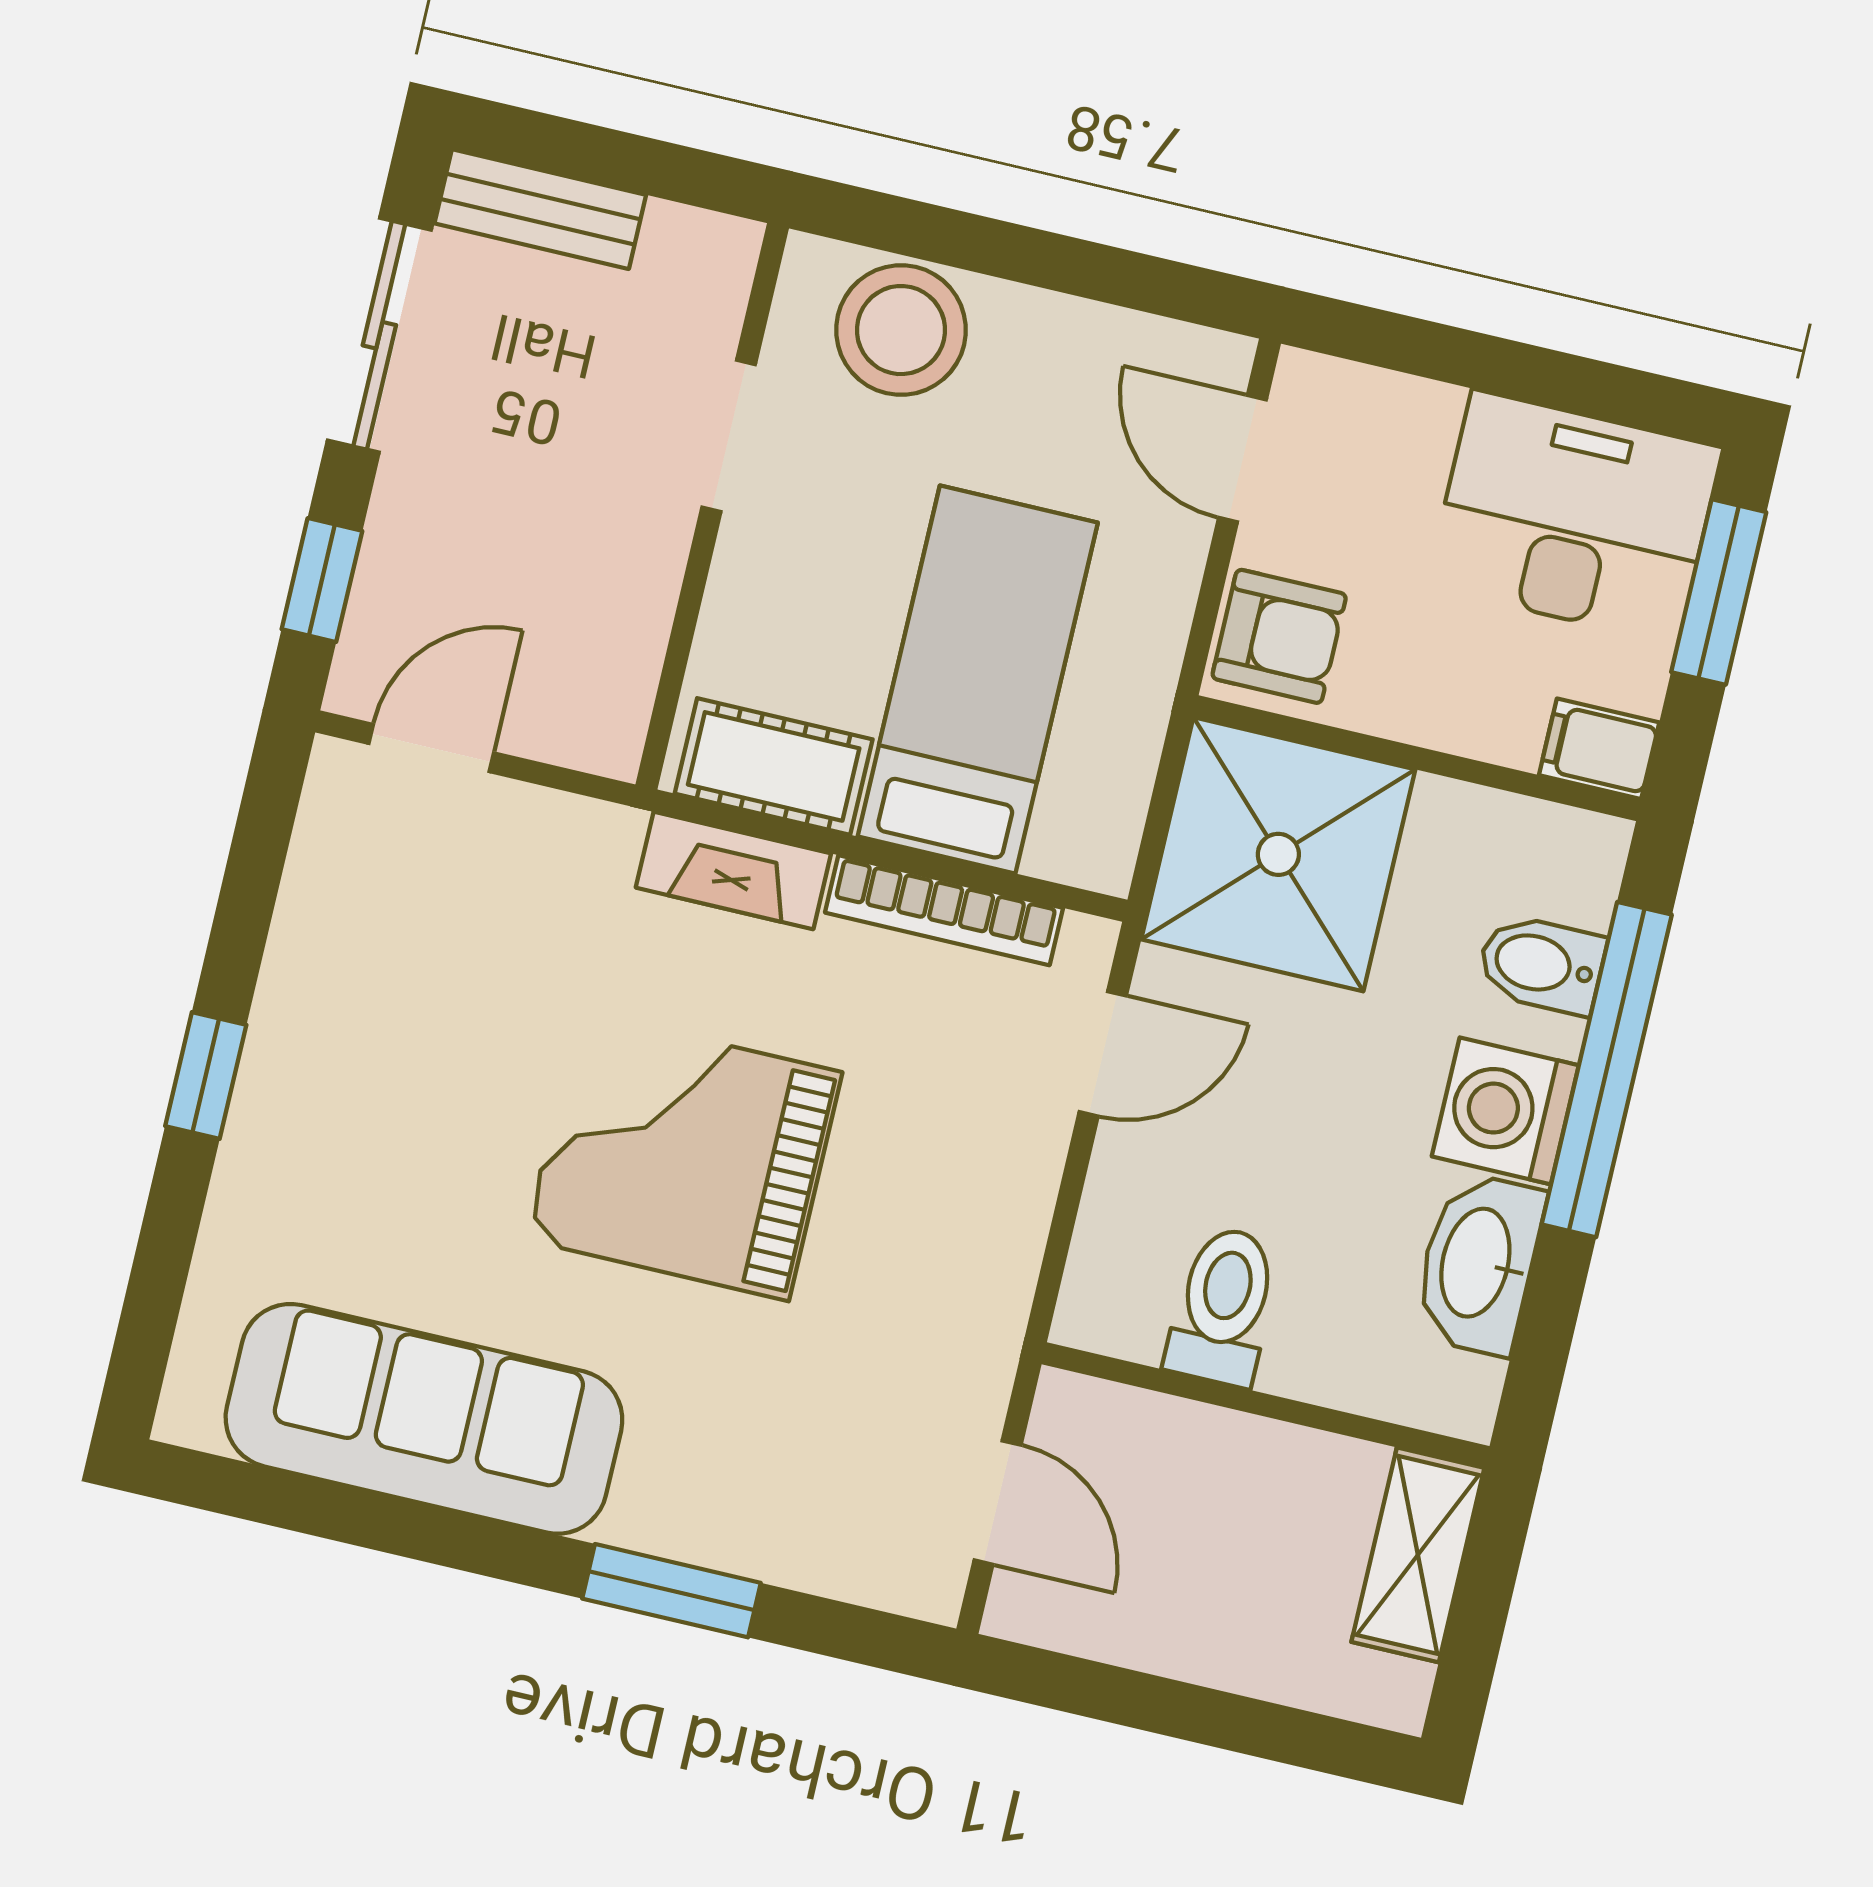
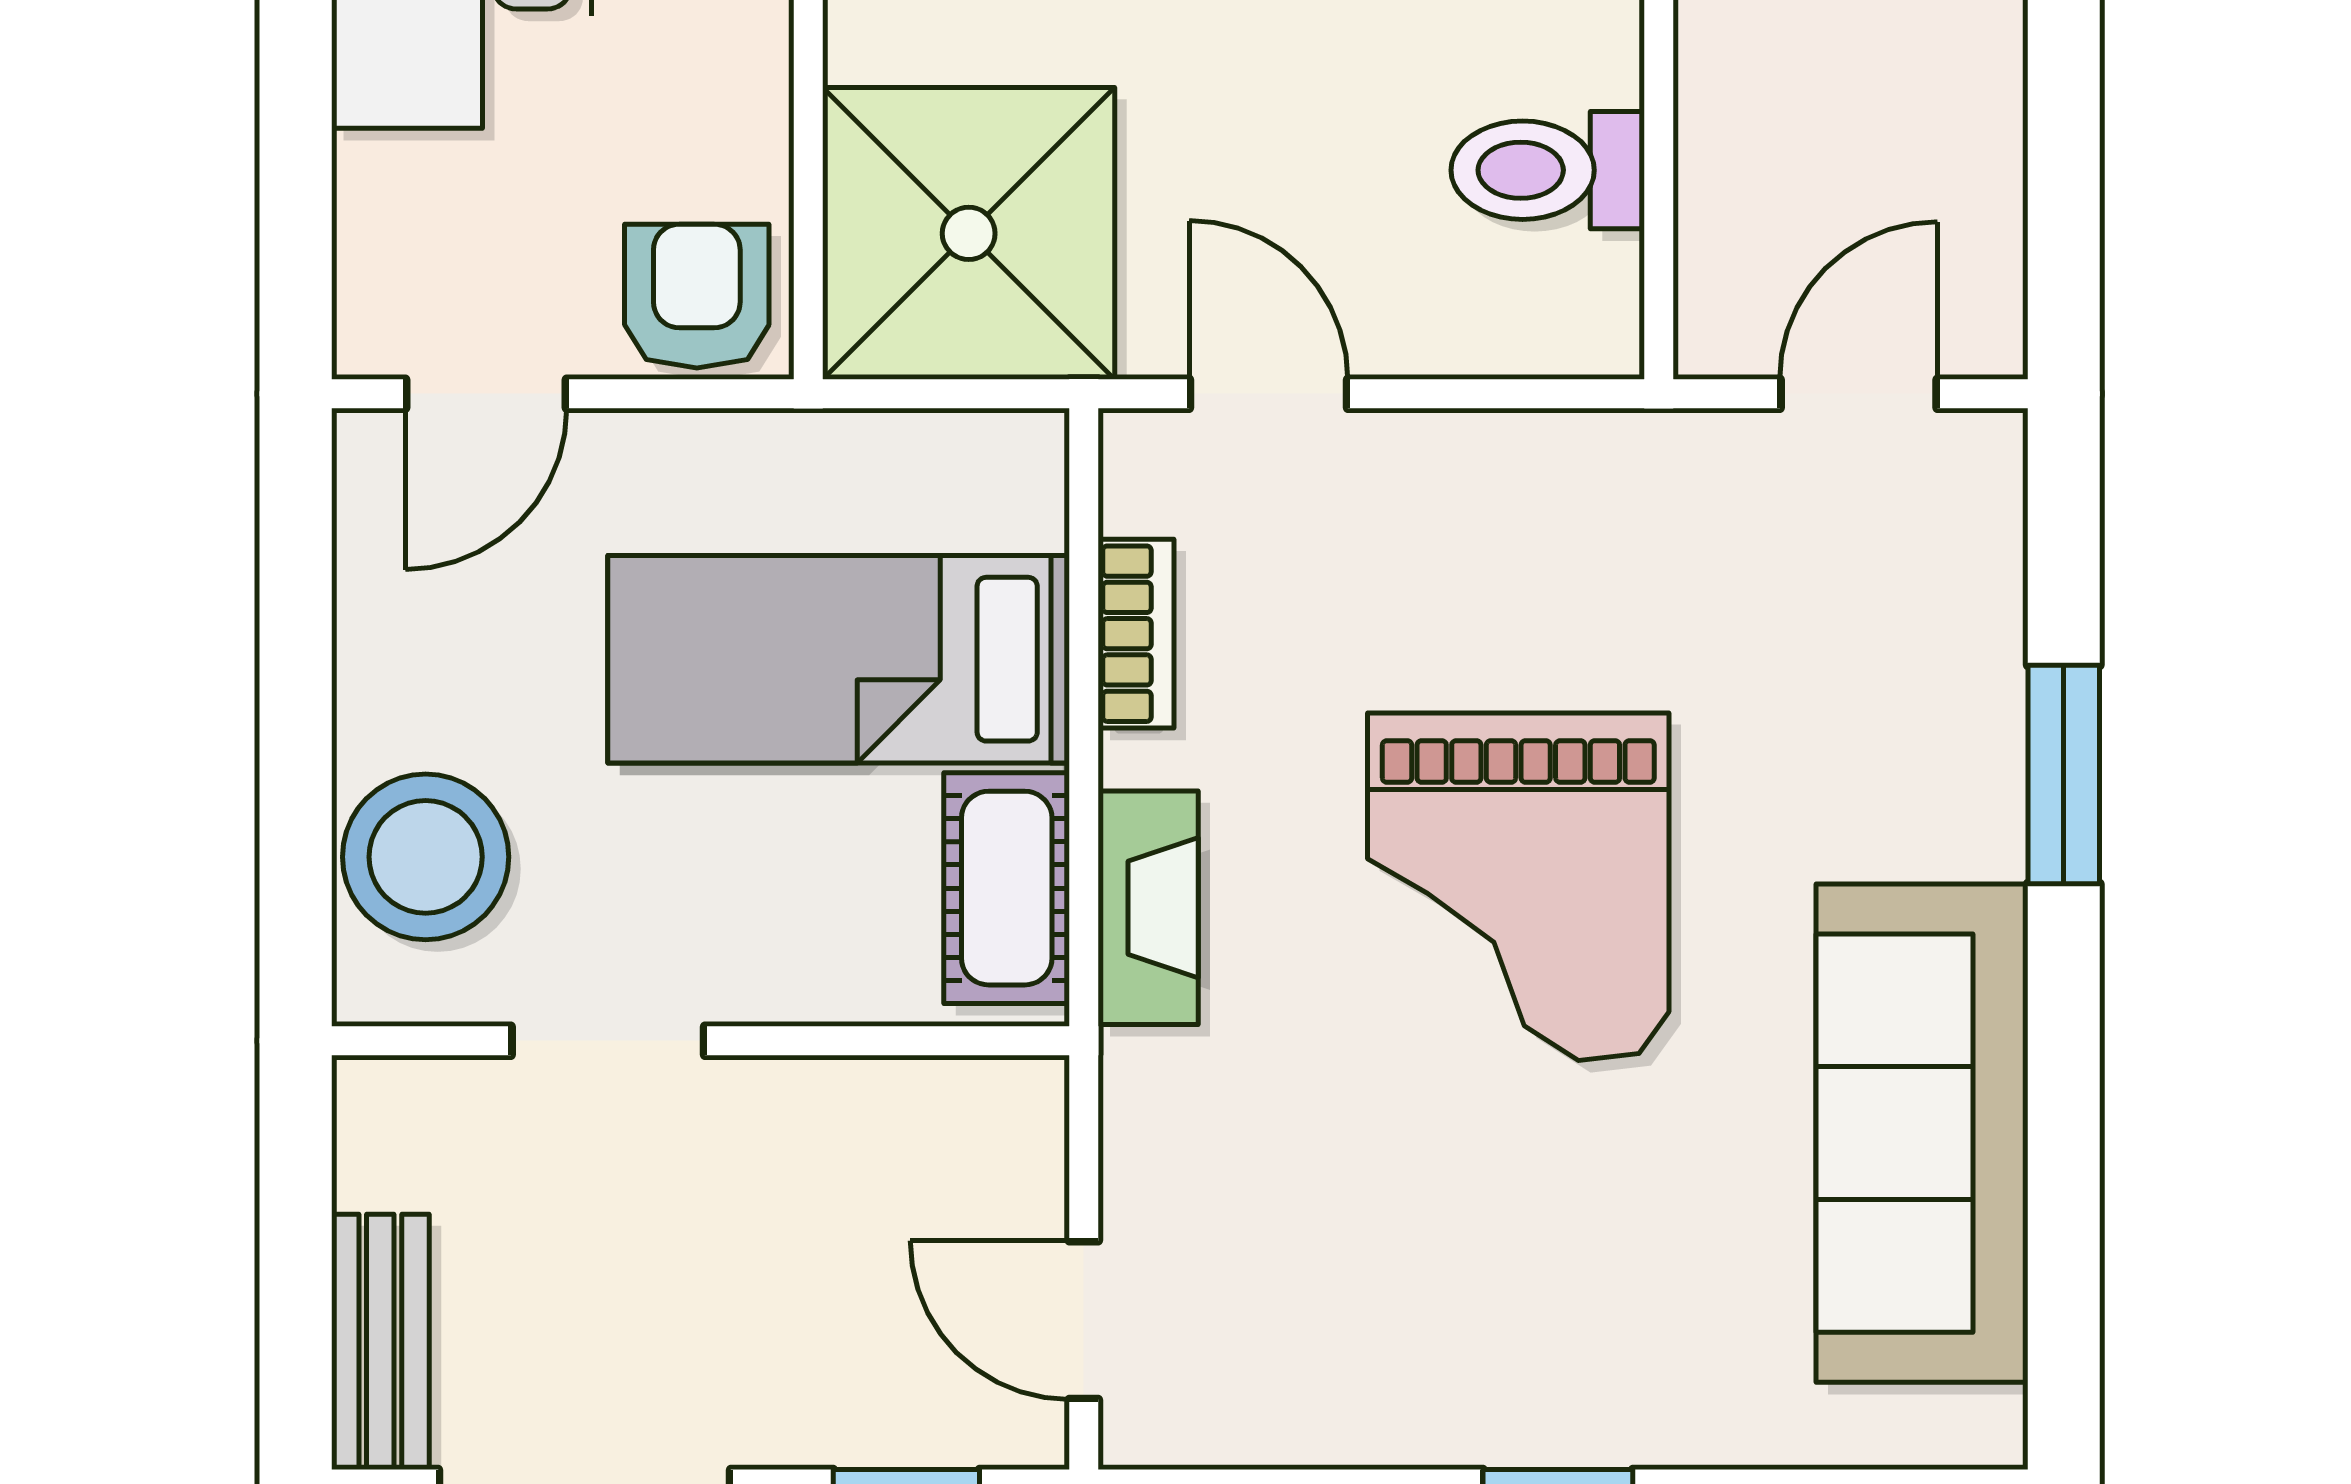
bookcase: (944, 910) -> (1136, 634), width x0.64

